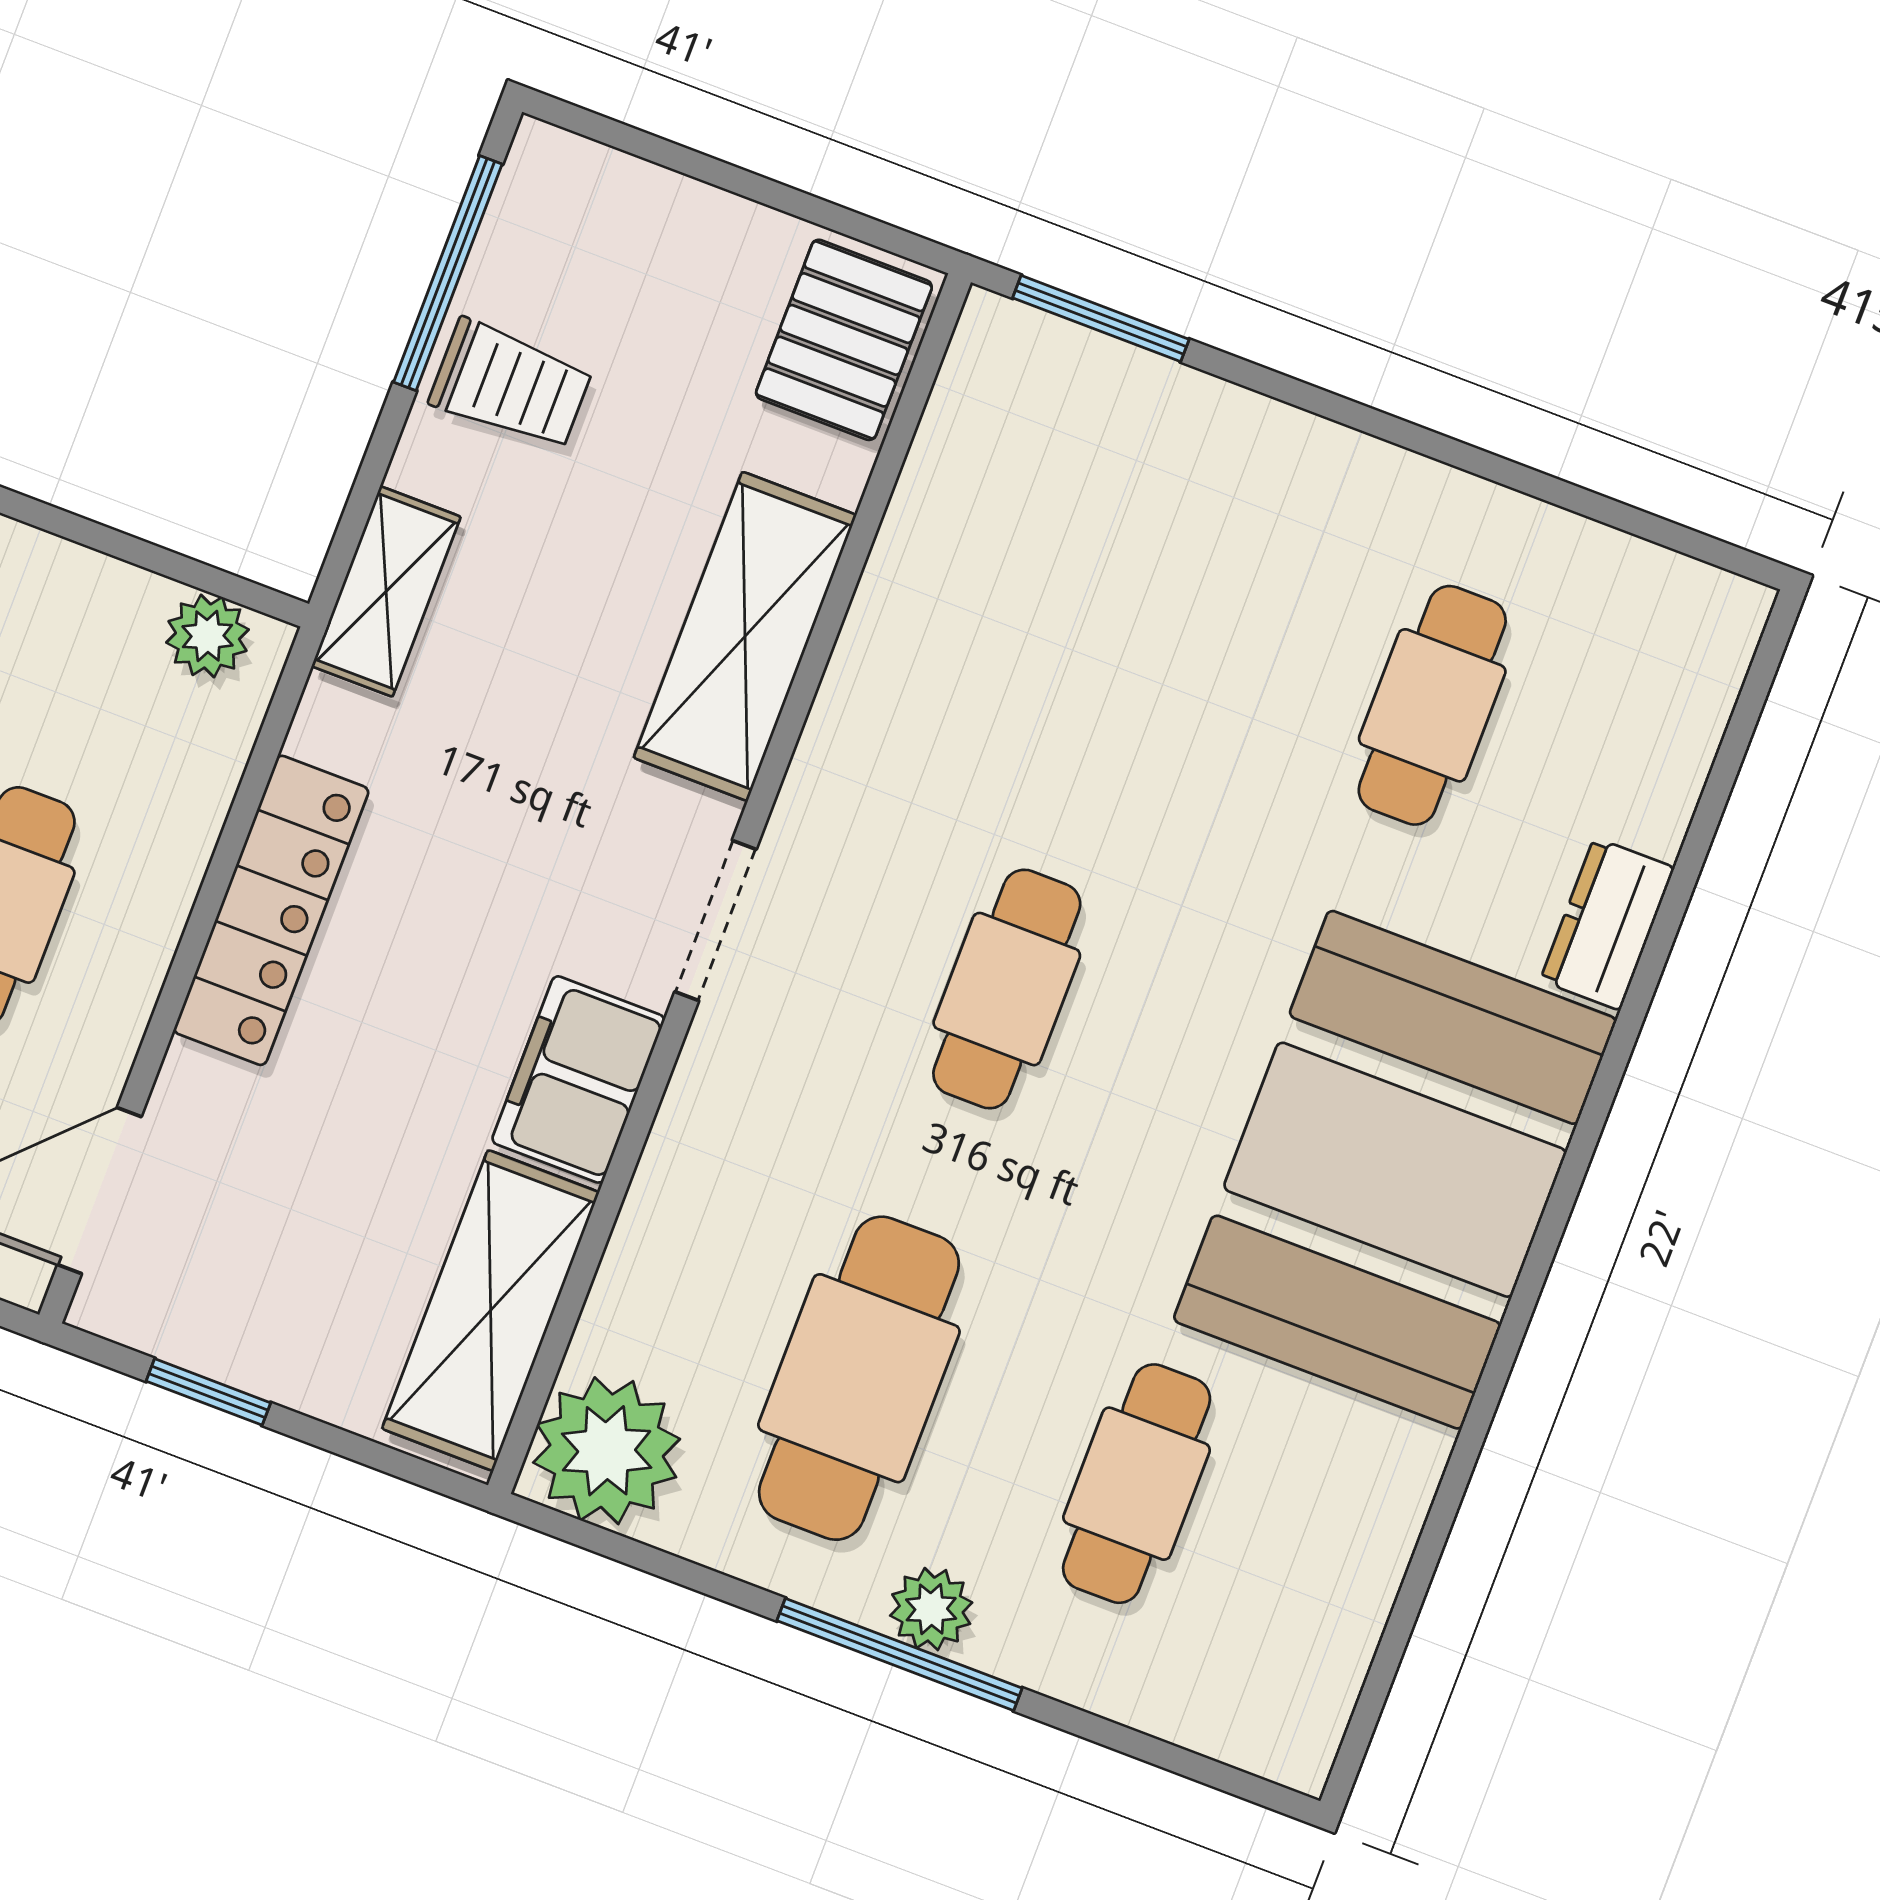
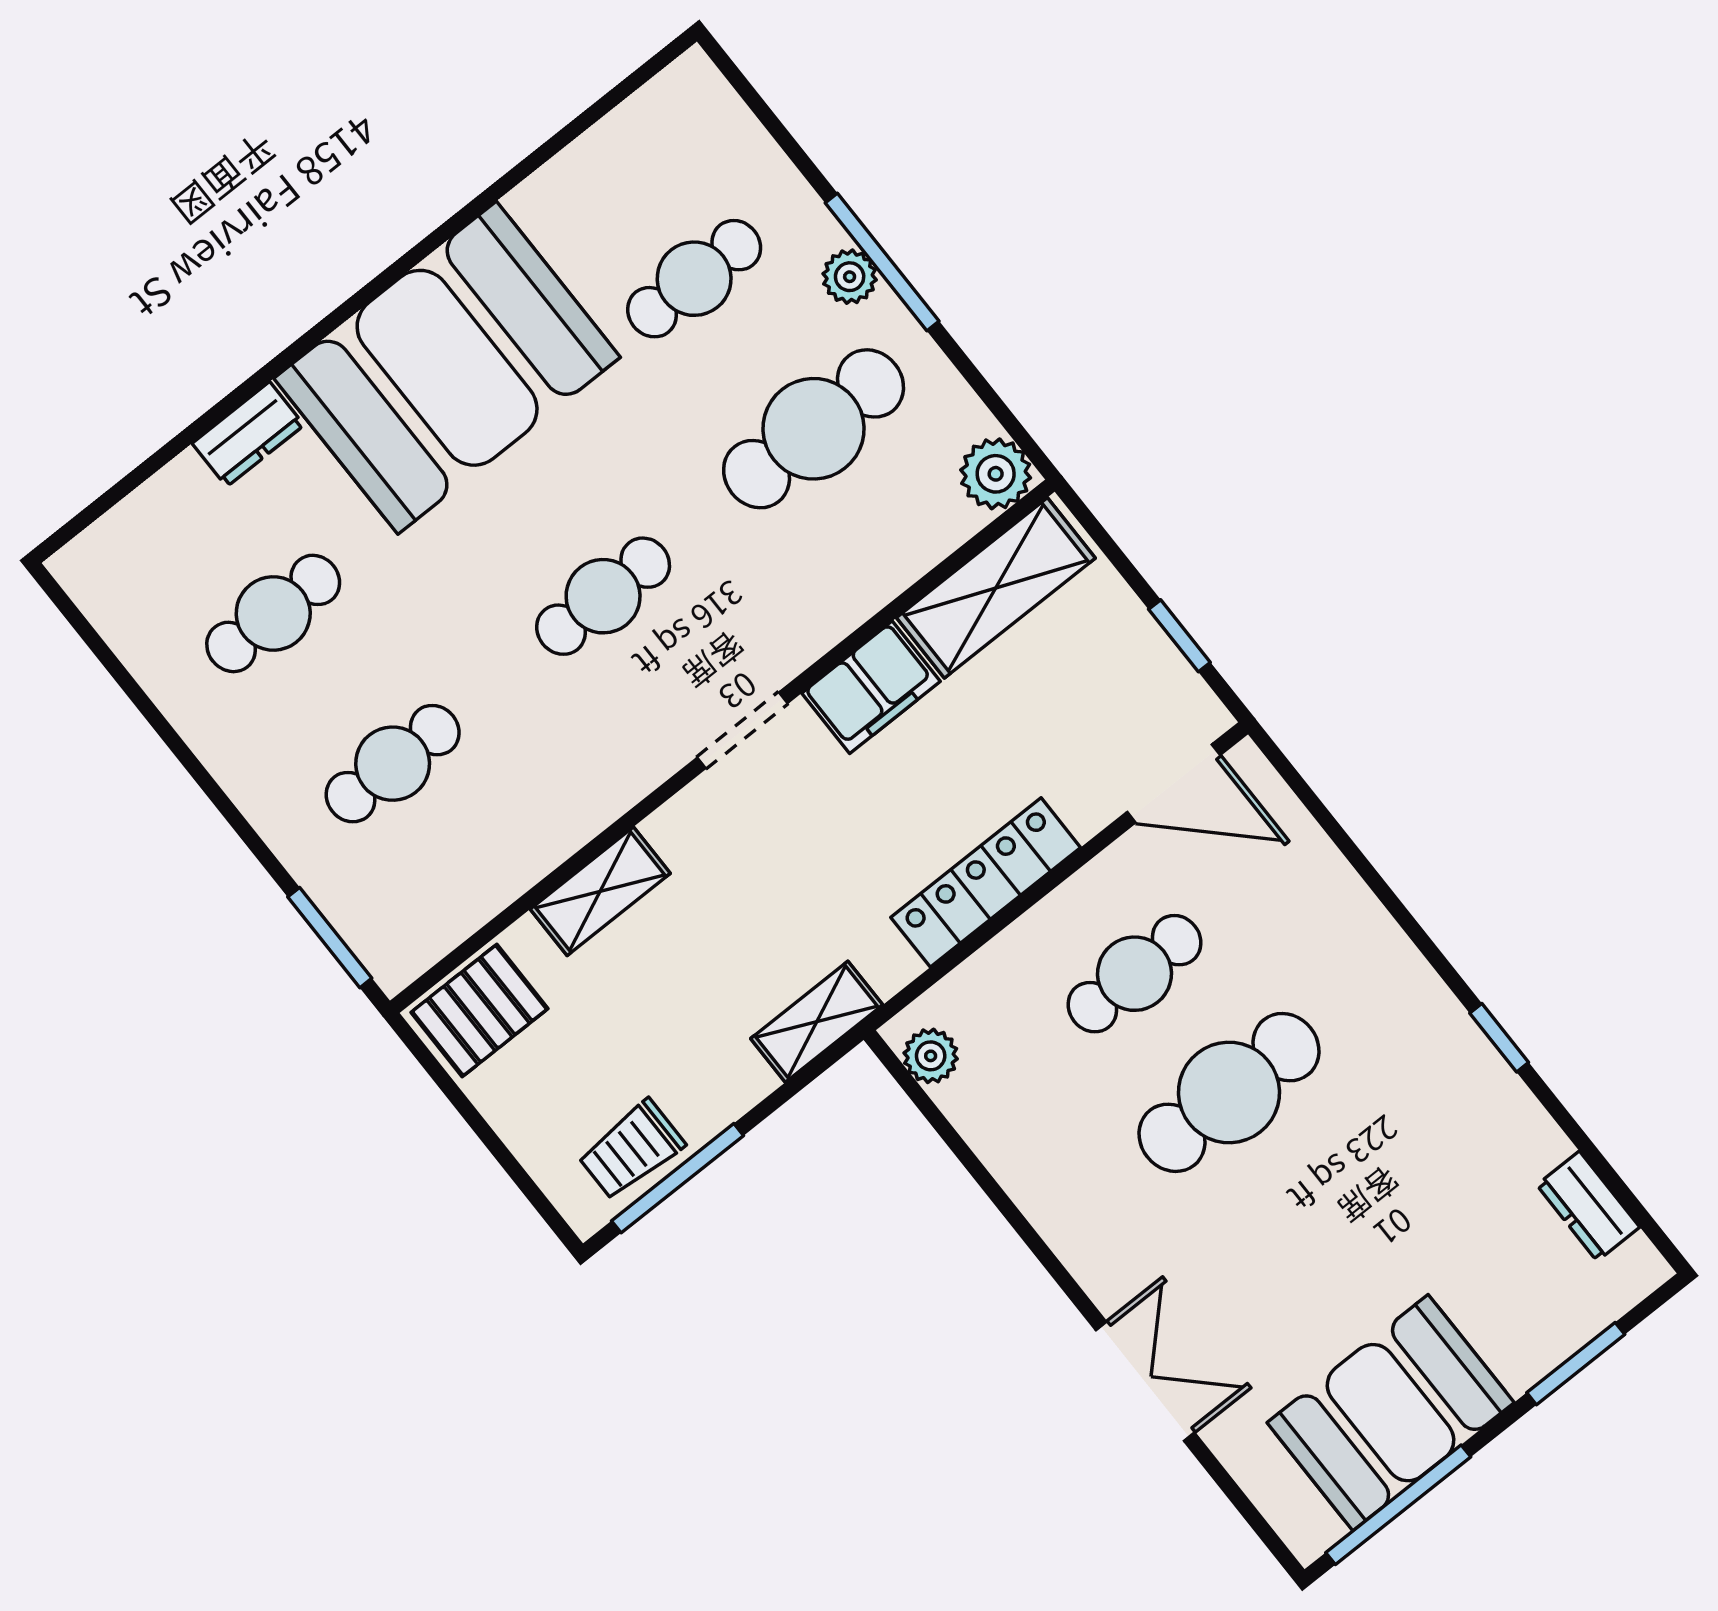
trolley: (511, 385) -> (631, 1150), moved, turned -90
cafe table: (1155, 600) -> (393, 764), added
shelving: (745, 636) -> (600, 891), width x0.67, depth x0.75
plant: (607, 1451) -> (996, 474), width x0.73, depth x0.73

